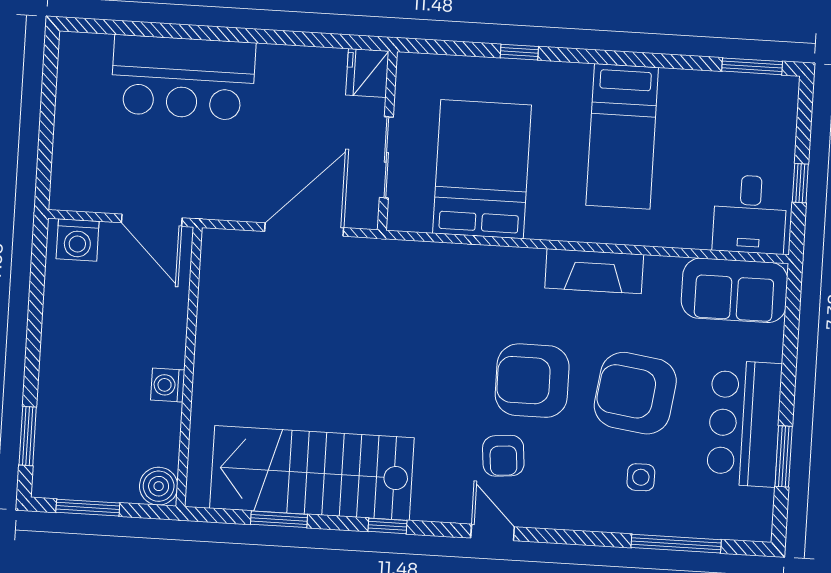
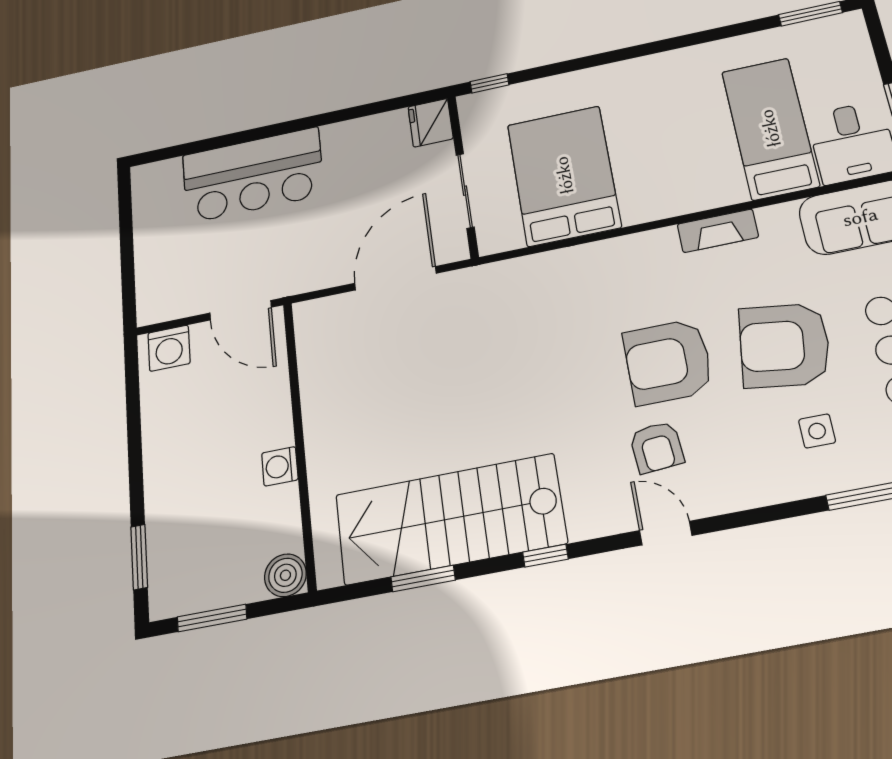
window: (519, 52) -> (489, 83), moved
bed: (622, 136) -> (770, 128), moved, turned 180
fireplace: (594, 271) -> (718, 231), width x0.73, depth x0.76

